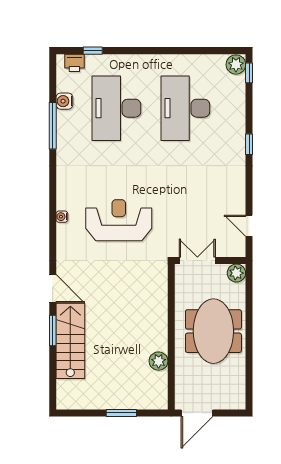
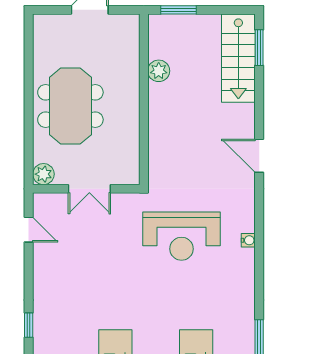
window: (53, 330) -> (259, 48), moved
wall: (171, 337) -> (144, 99), moved
stairs: (70, 341) -> (238, 58), moved
plant: (159, 361) -> (159, 71), moved

